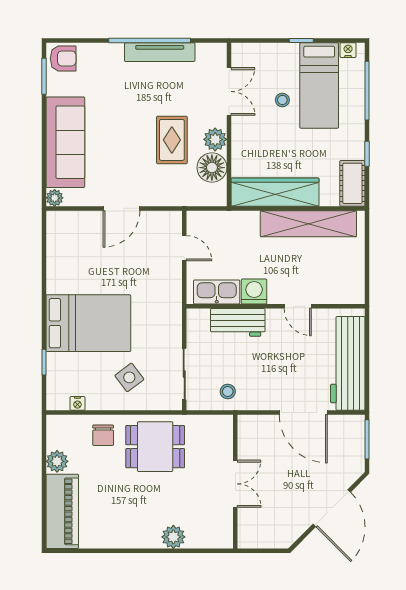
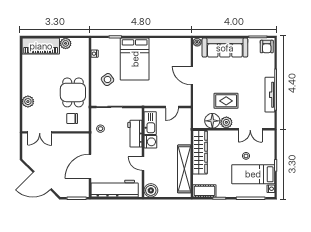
boiler: (351, 291) -> (151, 190), added
door: (298, 306) -> (143, 164), hinge flipped
chair: (103, 435) -> (72, 119), moved
double door: (235, 484) -> (40, 132), moved

